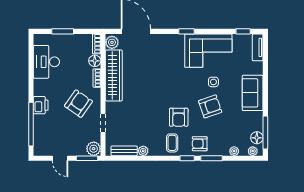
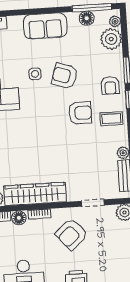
armchair: (78, 104) -> (72, 234), turned -76
armchair: (210, 106) -> (65, 76), turned -53
floor lamp: (257, 138) -> (87, 18), moved
plant: (234, 151) -> (111, 39), width x1.88, depth x1.88

